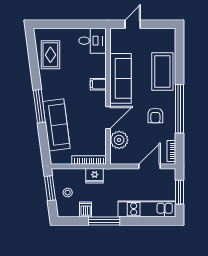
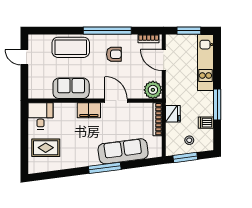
door: (133, 24) -> (24, 57), moved
rug: (50, 55) -> (46, 148), moved
sofa: (121, 78) -> (71, 88), width x0.73
filing cabinet: (98, 84) -> (89, 110), width x2.00
plant: (119, 140) -> (153, 90), moved

